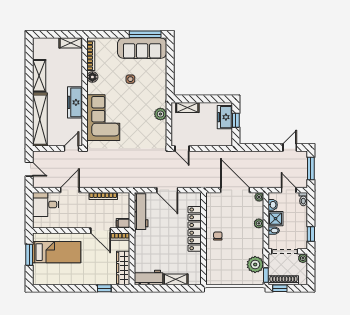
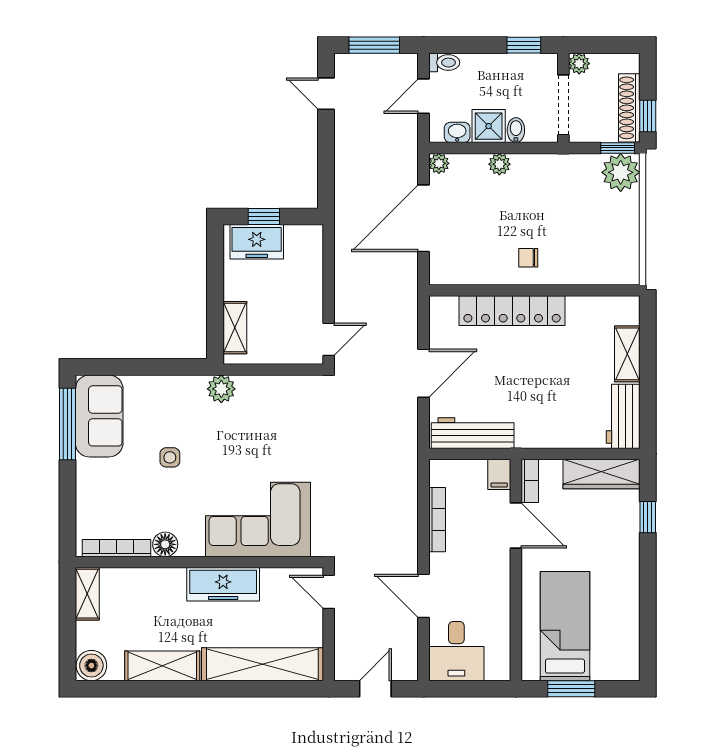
boiler: (39, 45) -> (91, 666), added
sofa: (142, 48) -> (99, 416), width x0.73
plant: (160, 114) -> (221, 389), moved
door: (101, 231) -> (516, 525), hinge flipped
plant: (255, 265) -> (621, 172), moved

